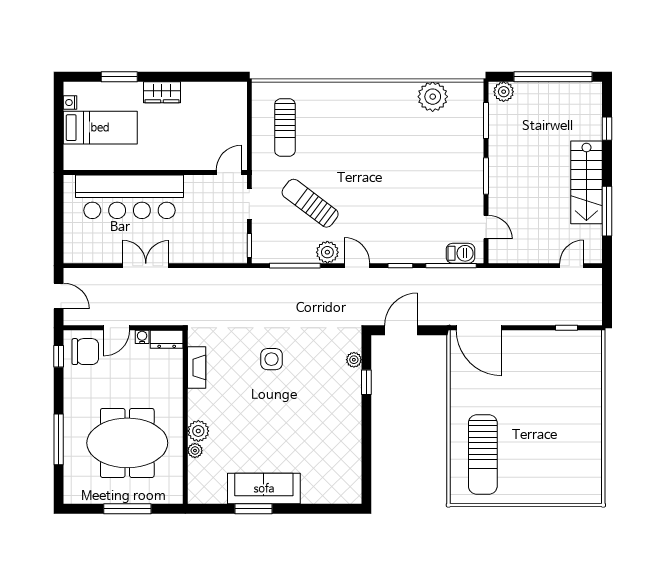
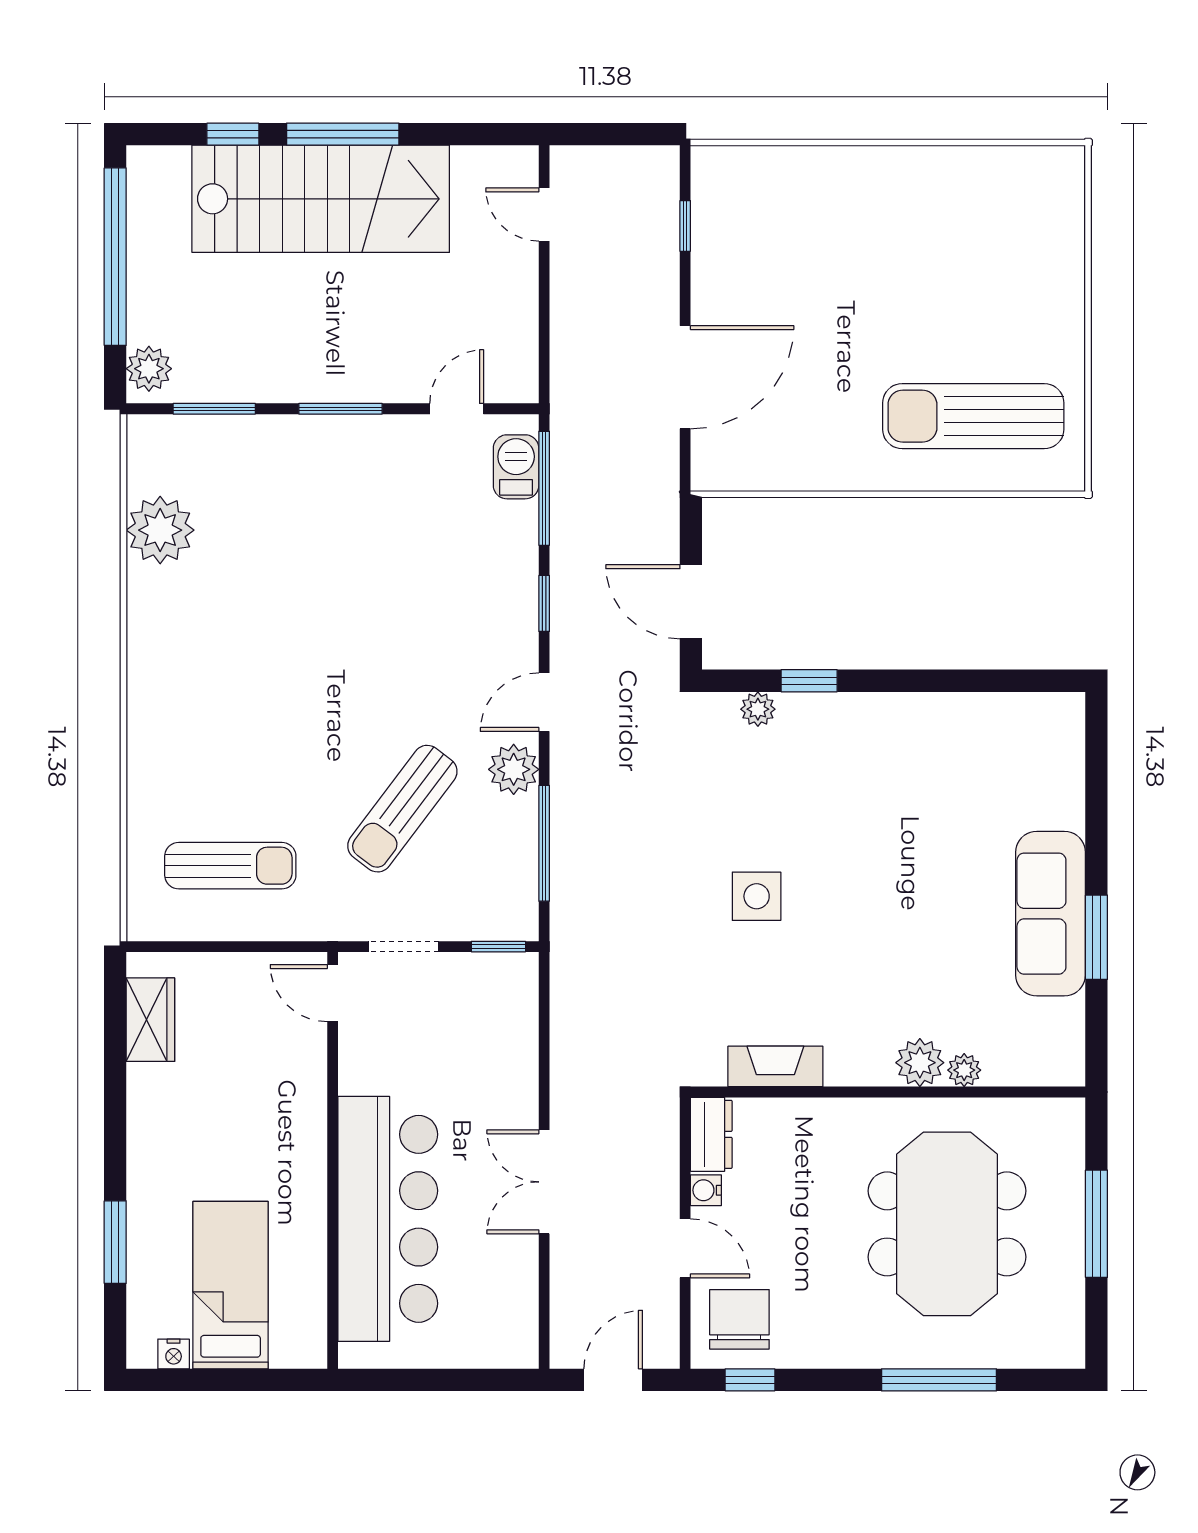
wardrobe: (162, 92) -> (150, 1020), moved
stairs: (586, 182) -> (321, 199), width x1.36, depth x1.51
window: (607, 211) -> (343, 134), moved
door: (479, 328) -> (685, 377), moved
sun lounger: (483, 454) -> (973, 416), turned 180

